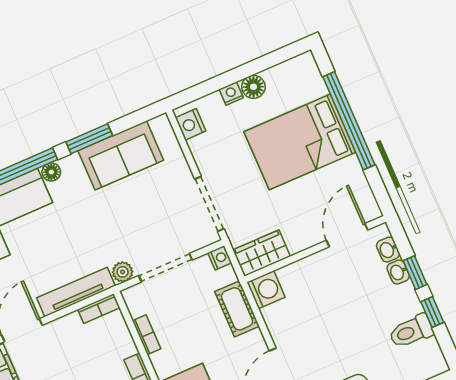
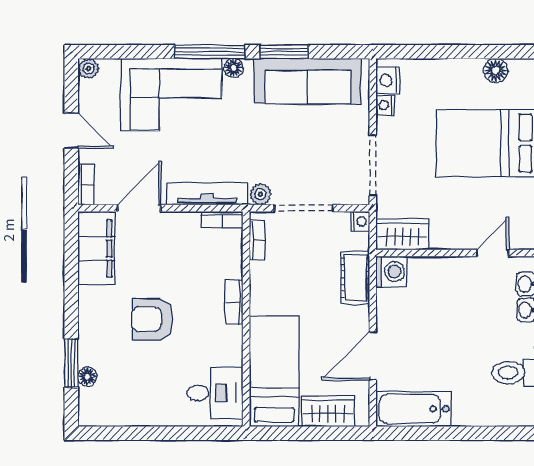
floor lamp: (253, 87) -> (496, 70), moved
nightstand: (231, 93) -> (385, 105), moved, turned -90
sofa: (121, 155) -> (308, 81), width x1.36
door: (347, 235) -> (493, 253), width x0.73
bookcase: (147, 335) -> (257, 240), moved

